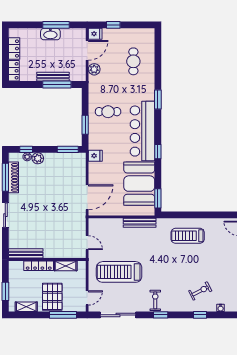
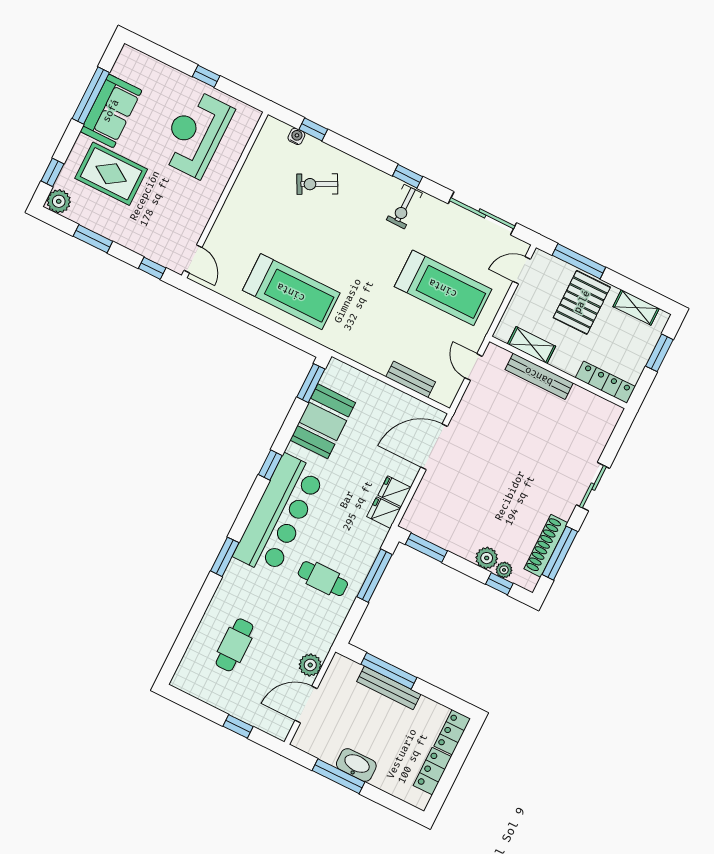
fridge: (95, 34) -> (395, 491), moved
window: (85, 125) -> (374, 576), width x1.44
booth: (139, 184) -> (323, 421), width x0.73, depth x0.70
bench: (140, 223) -> (411, 379), moved, width x0.73
treadmill: (188, 236) -> (291, 292), width x1.37, depth x1.38
bench: (26, 253) -> (539, 376), moved
locker: (39, 266) -> (605, 382), moved
window: (200, 315) -> (313, 129), moved

